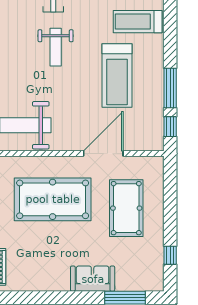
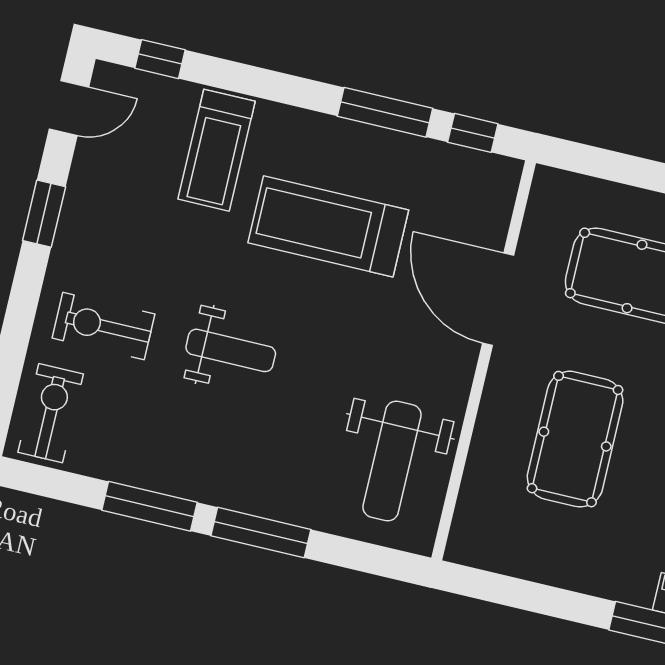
treadmill: (117, 76) -> (328, 226), turned 180
pool table: (53, 199) -> (575, 439), width x0.73, depth x0.76

